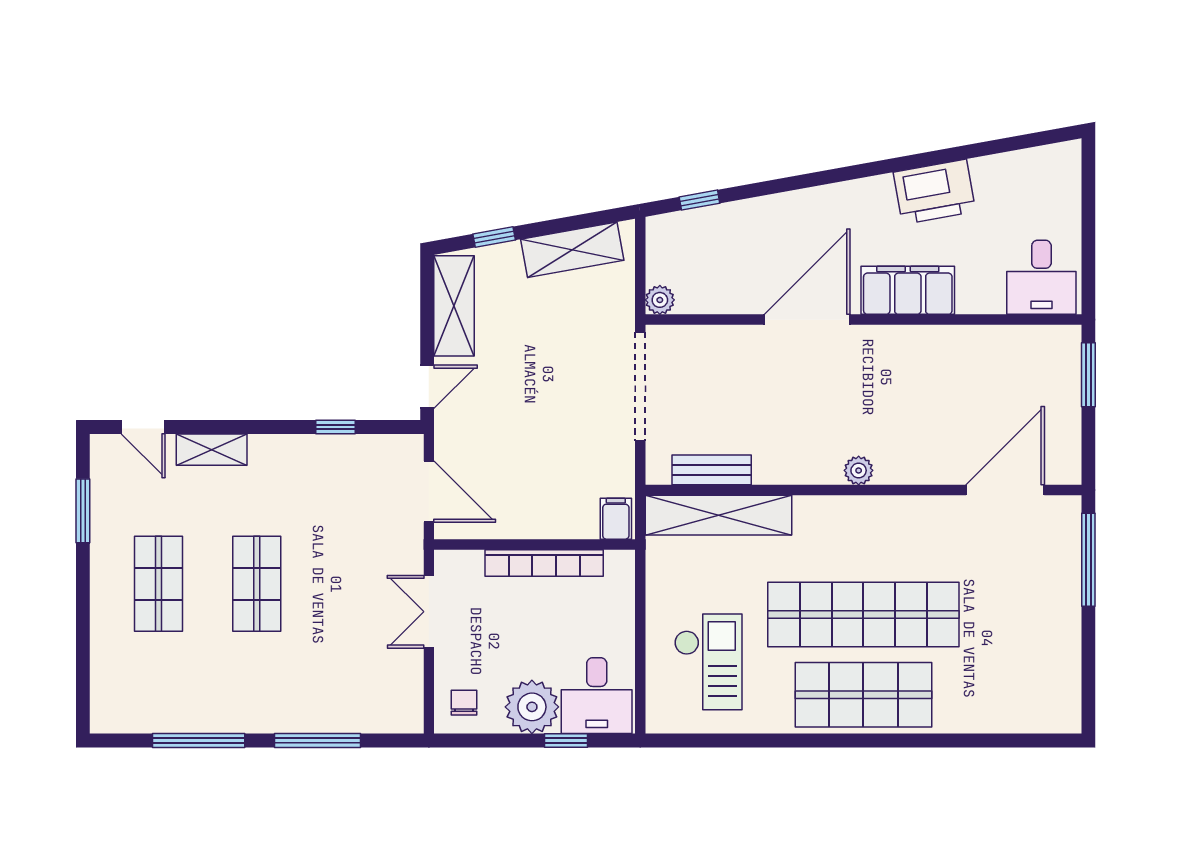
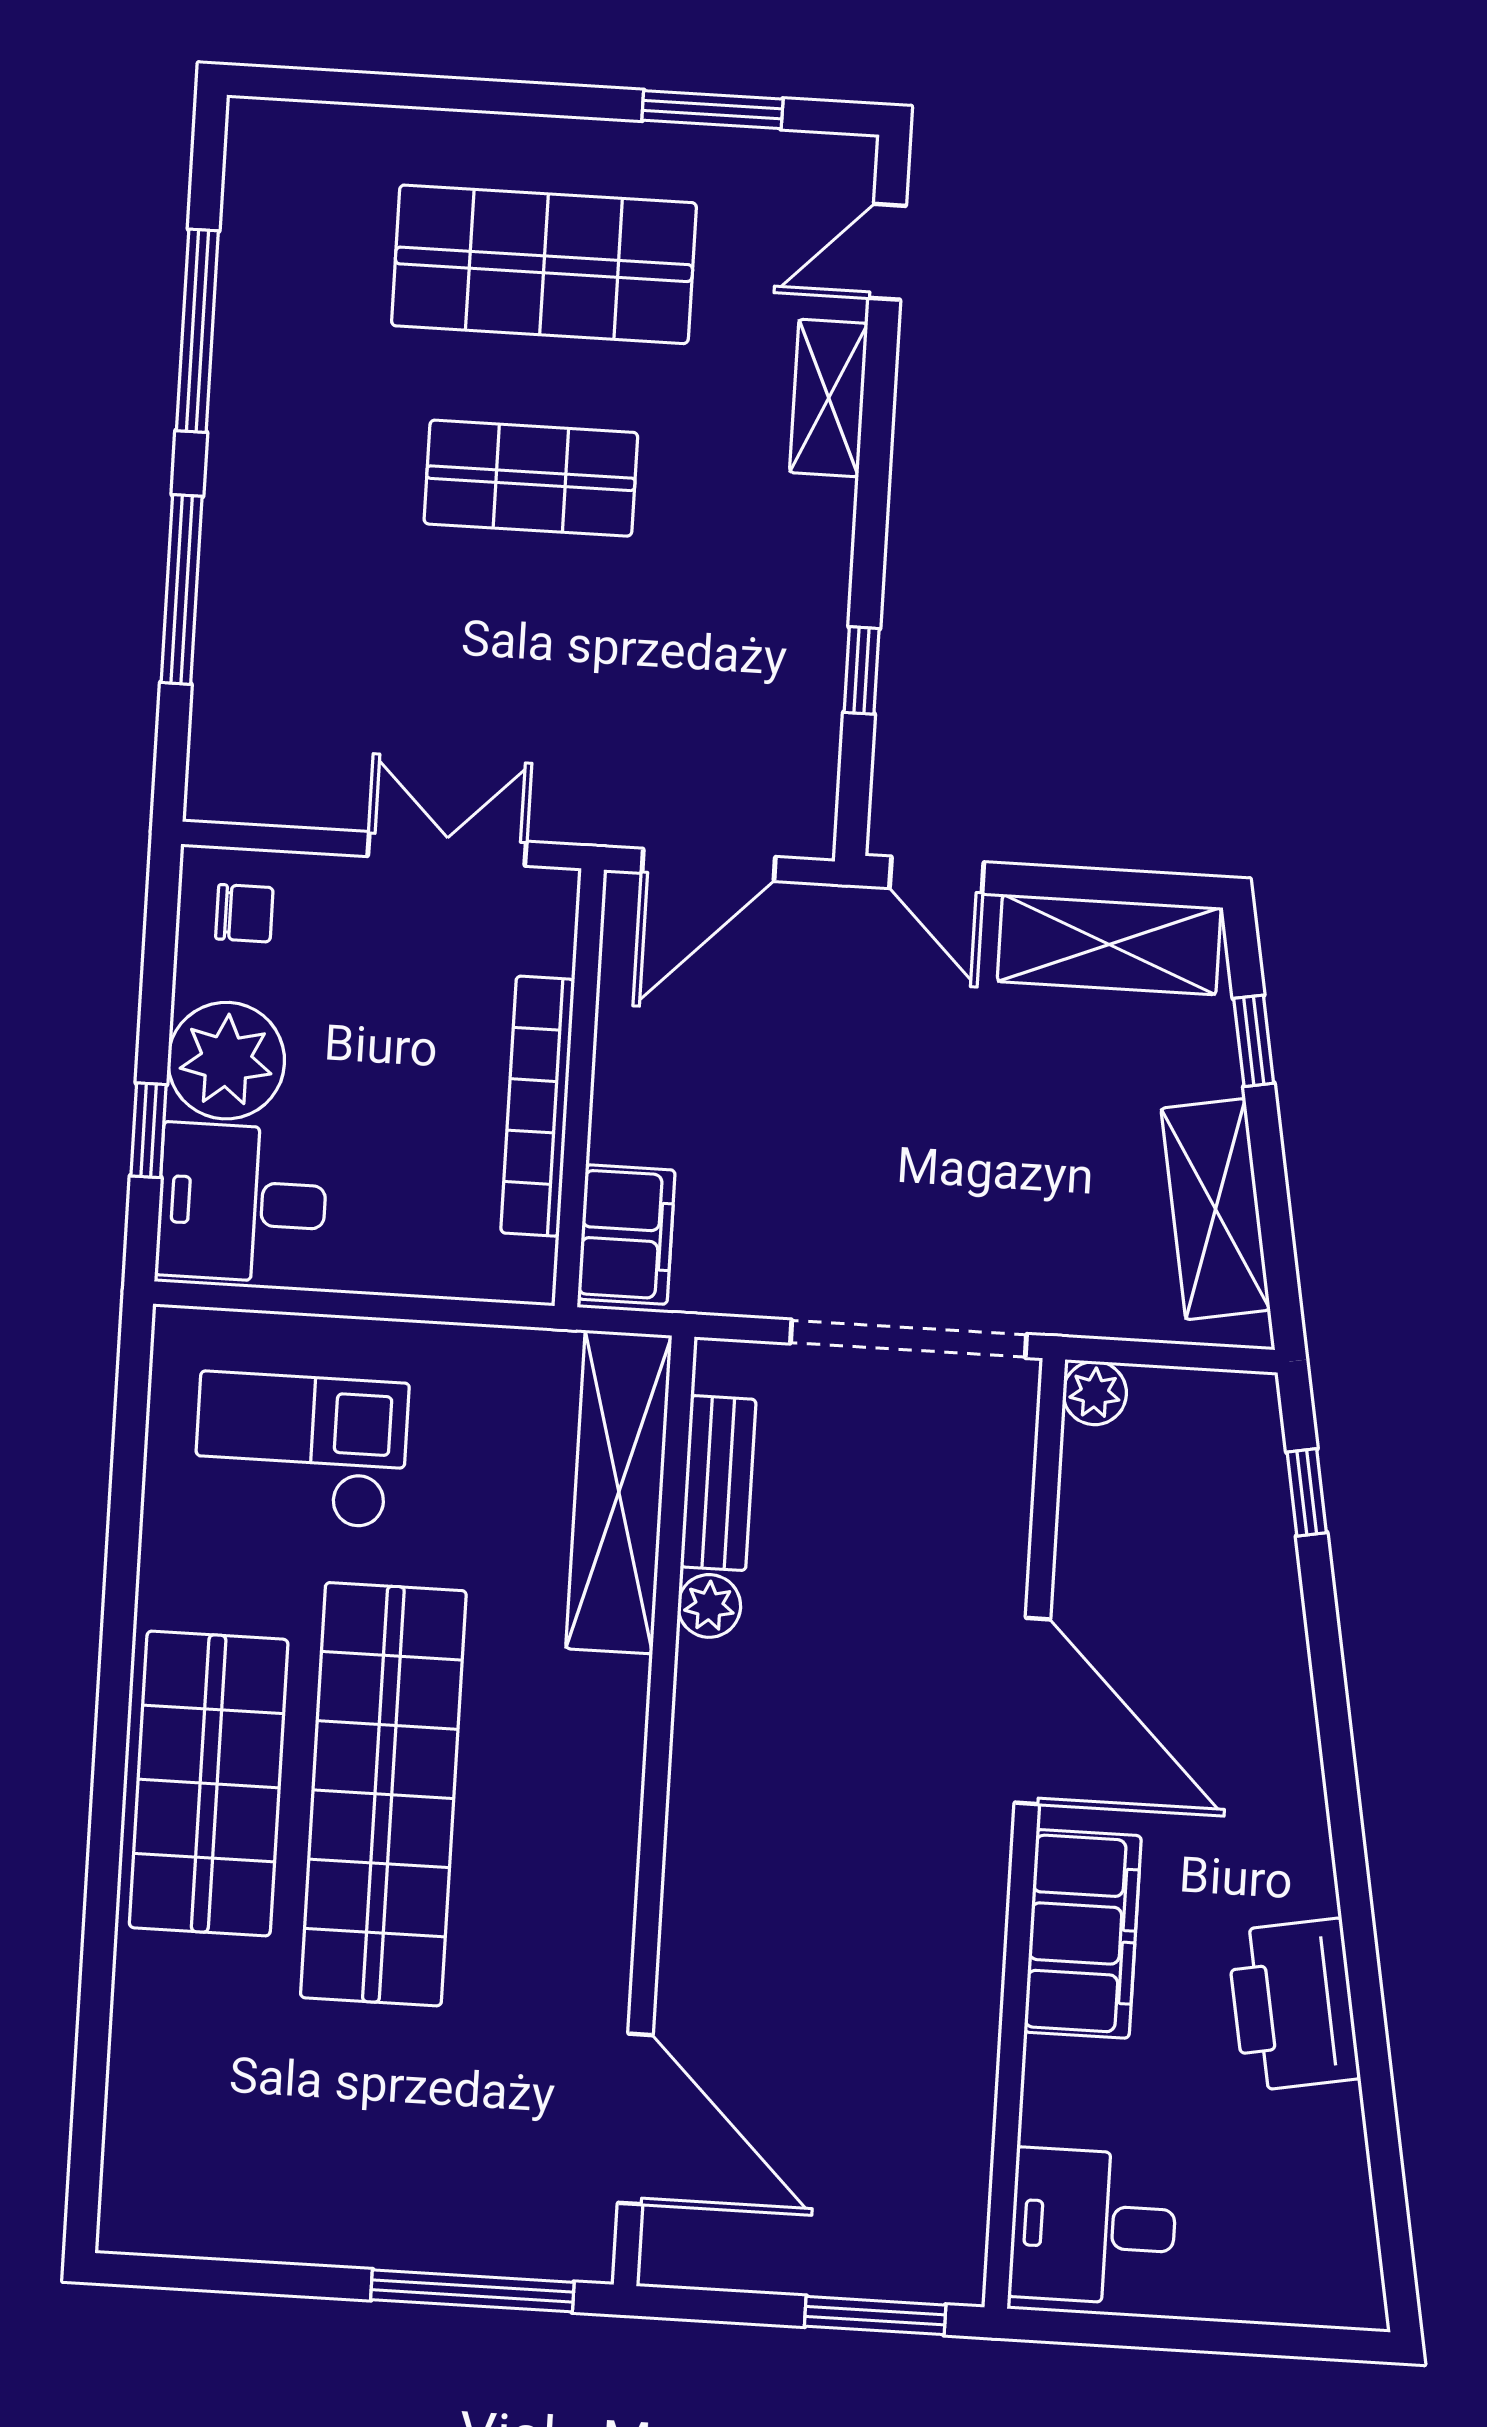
plant: (859, 470) -> (709, 1606), moved
filing cabinet: (616, 519) -> (626, 1235), width x2.00
shop shelf: (158, 584) -> (544, 264), width x1.43, depth x1.36
checkout: (708, 662) -> (301, 1450), turned 180

